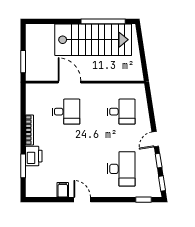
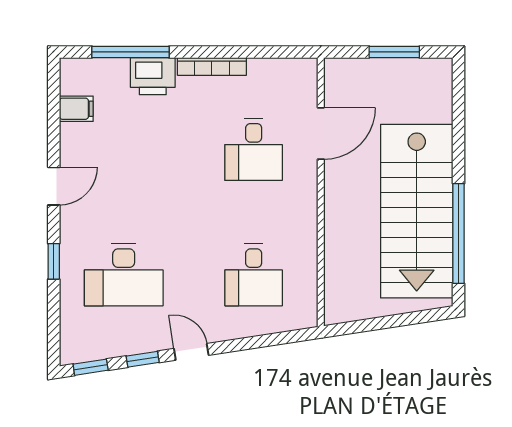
window: (23, 62) -> (394, 52), moved
door: (69, 82) -> (321, 134), moved
window: (23, 166) -> (130, 52), width x1.44
filing cabinet: (63, 190) -> (76, 109), moved
window: (143, 200) -> (54, 261), moved

